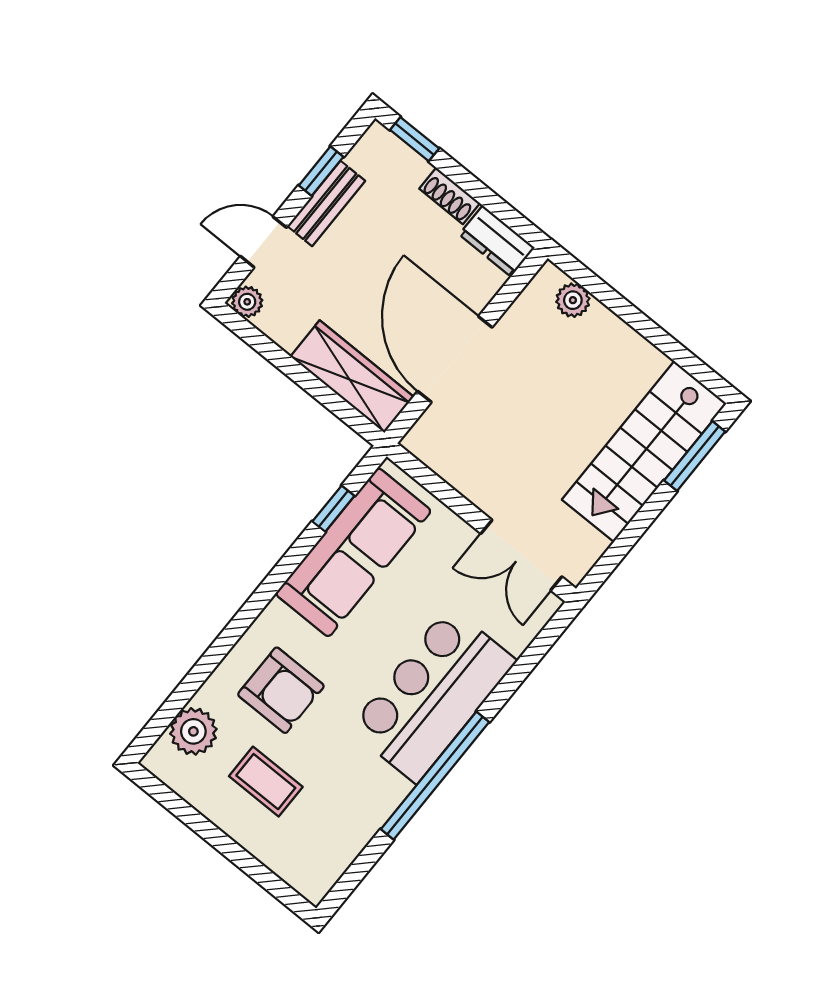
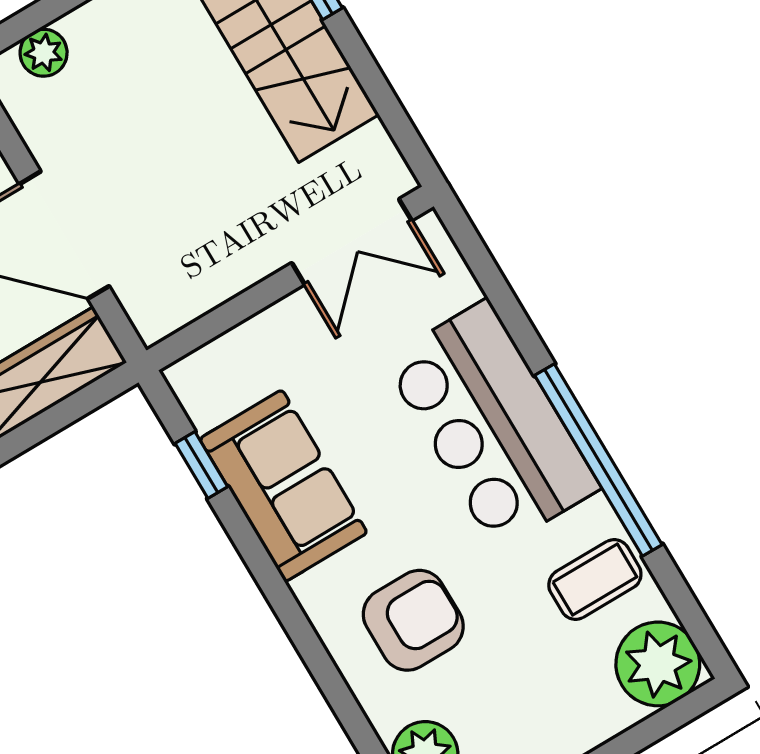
sofa: (353, 552) -> (283, 486), width x0.73
coffee table: (266, 782) -> (595, 579), moved
plant: (312, 866) -> (658, 664), added

